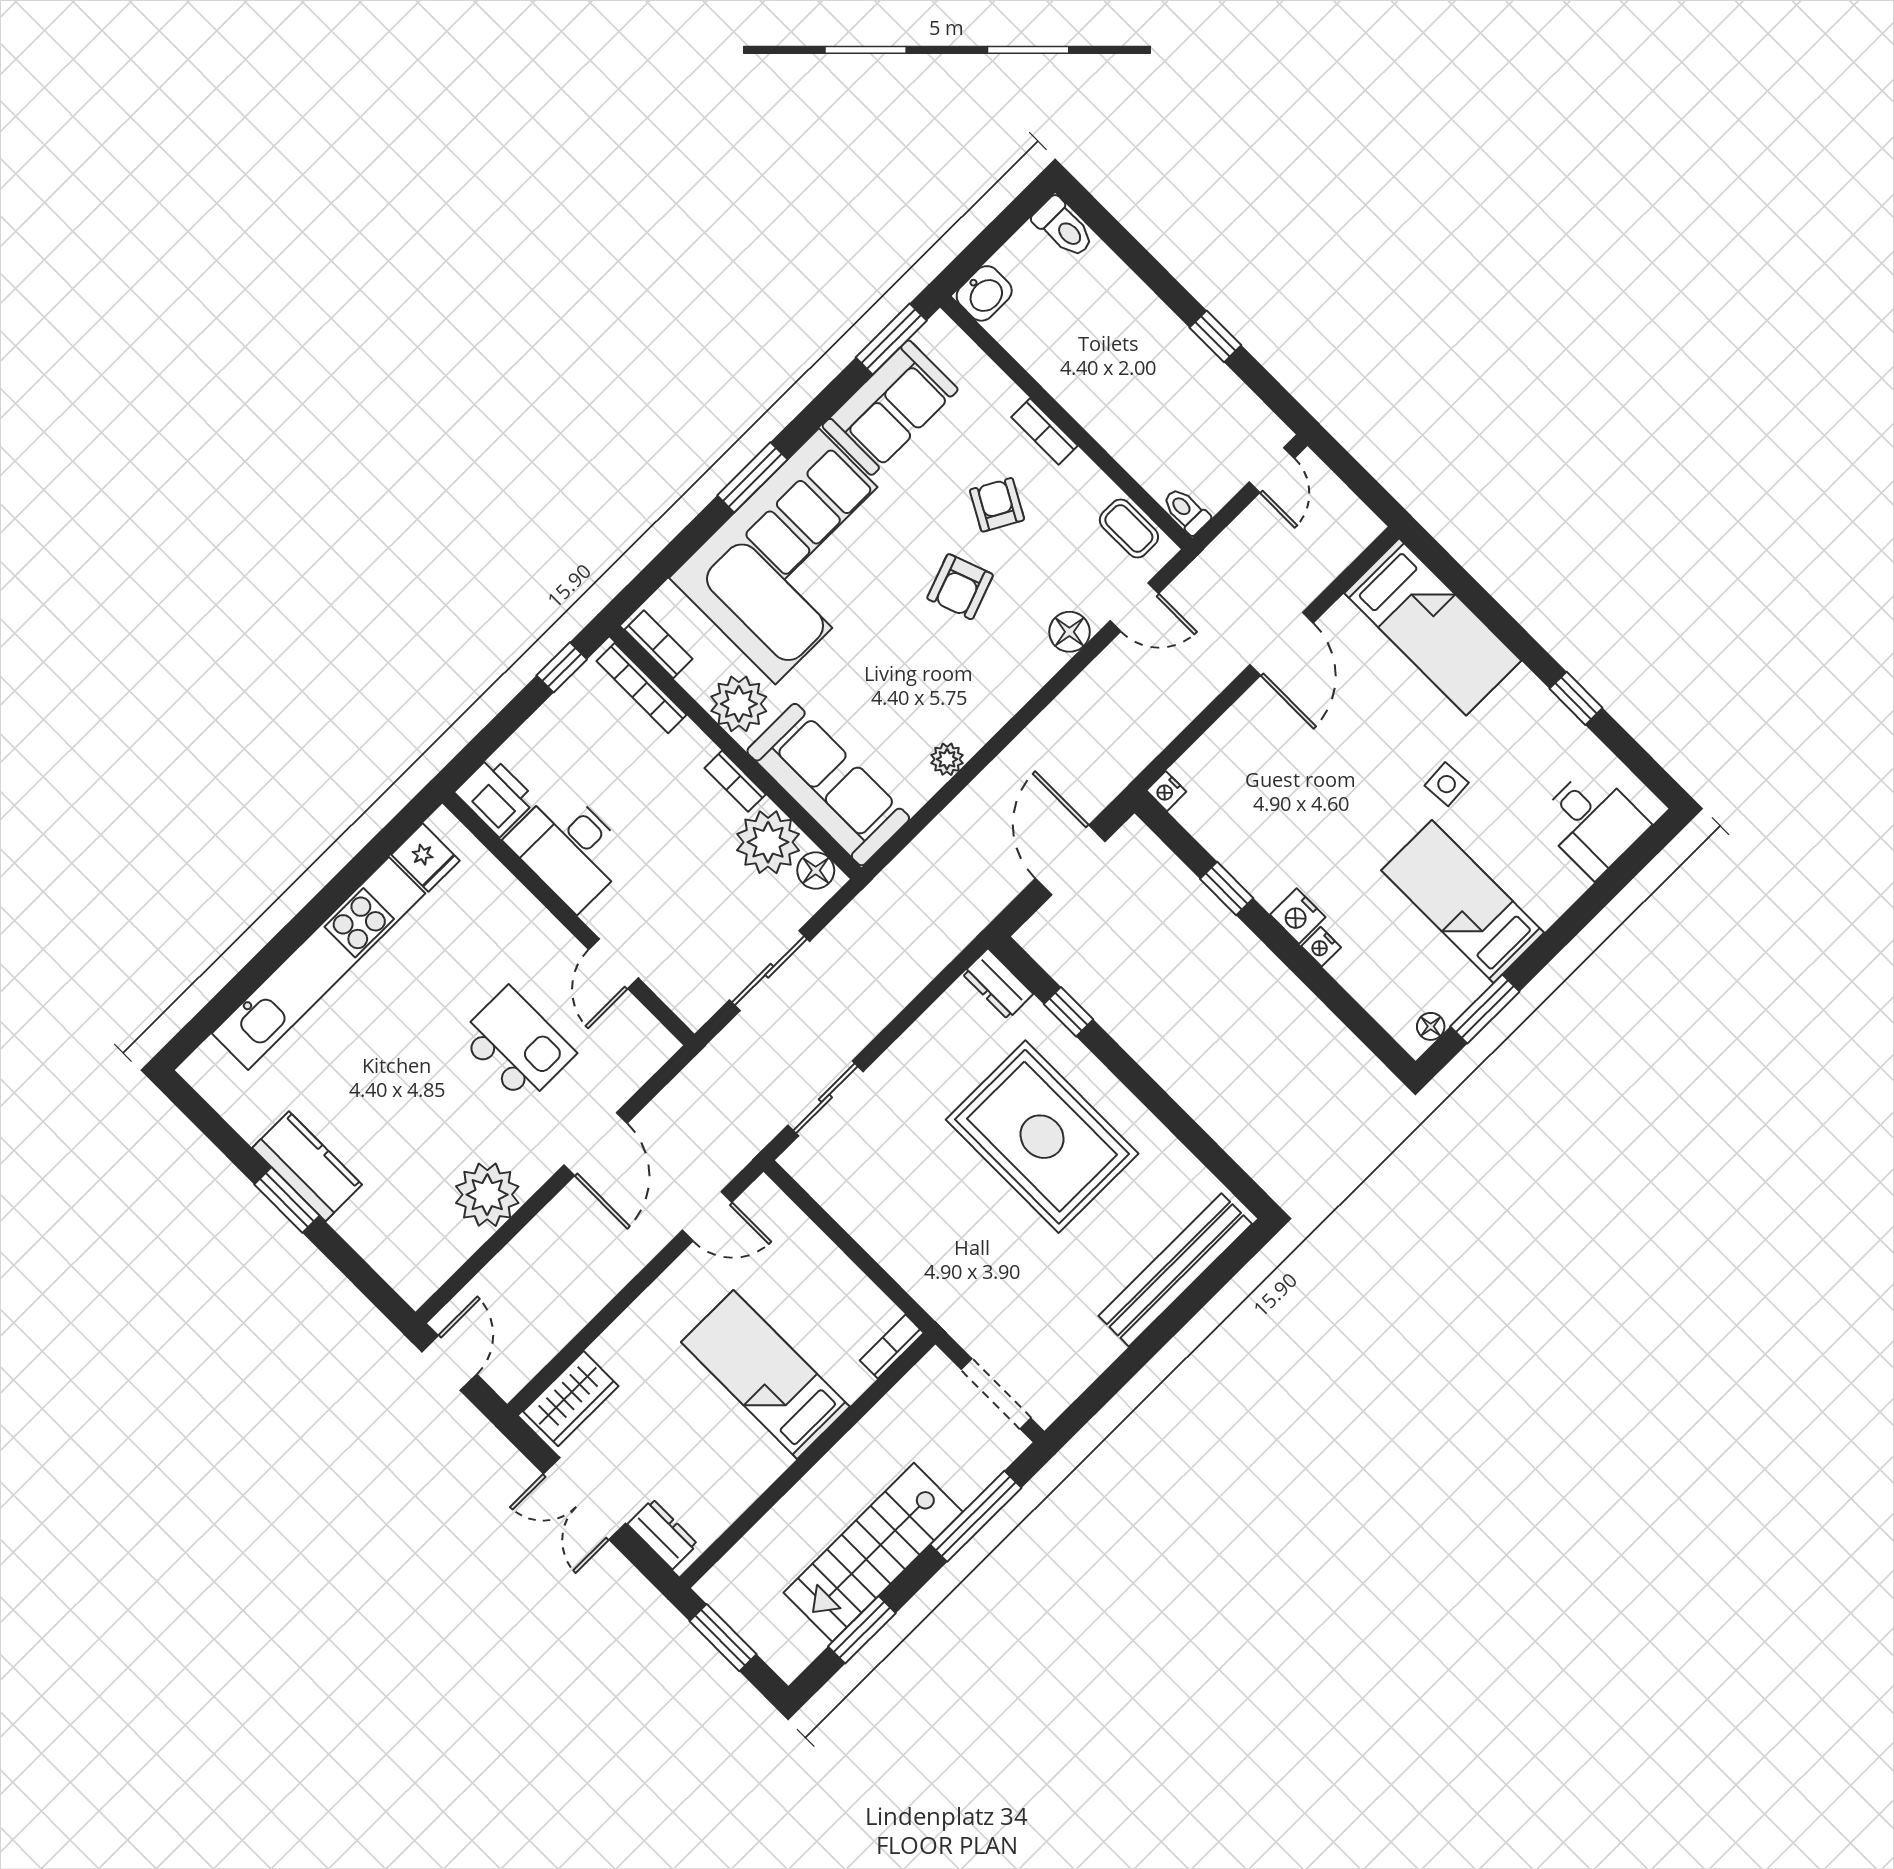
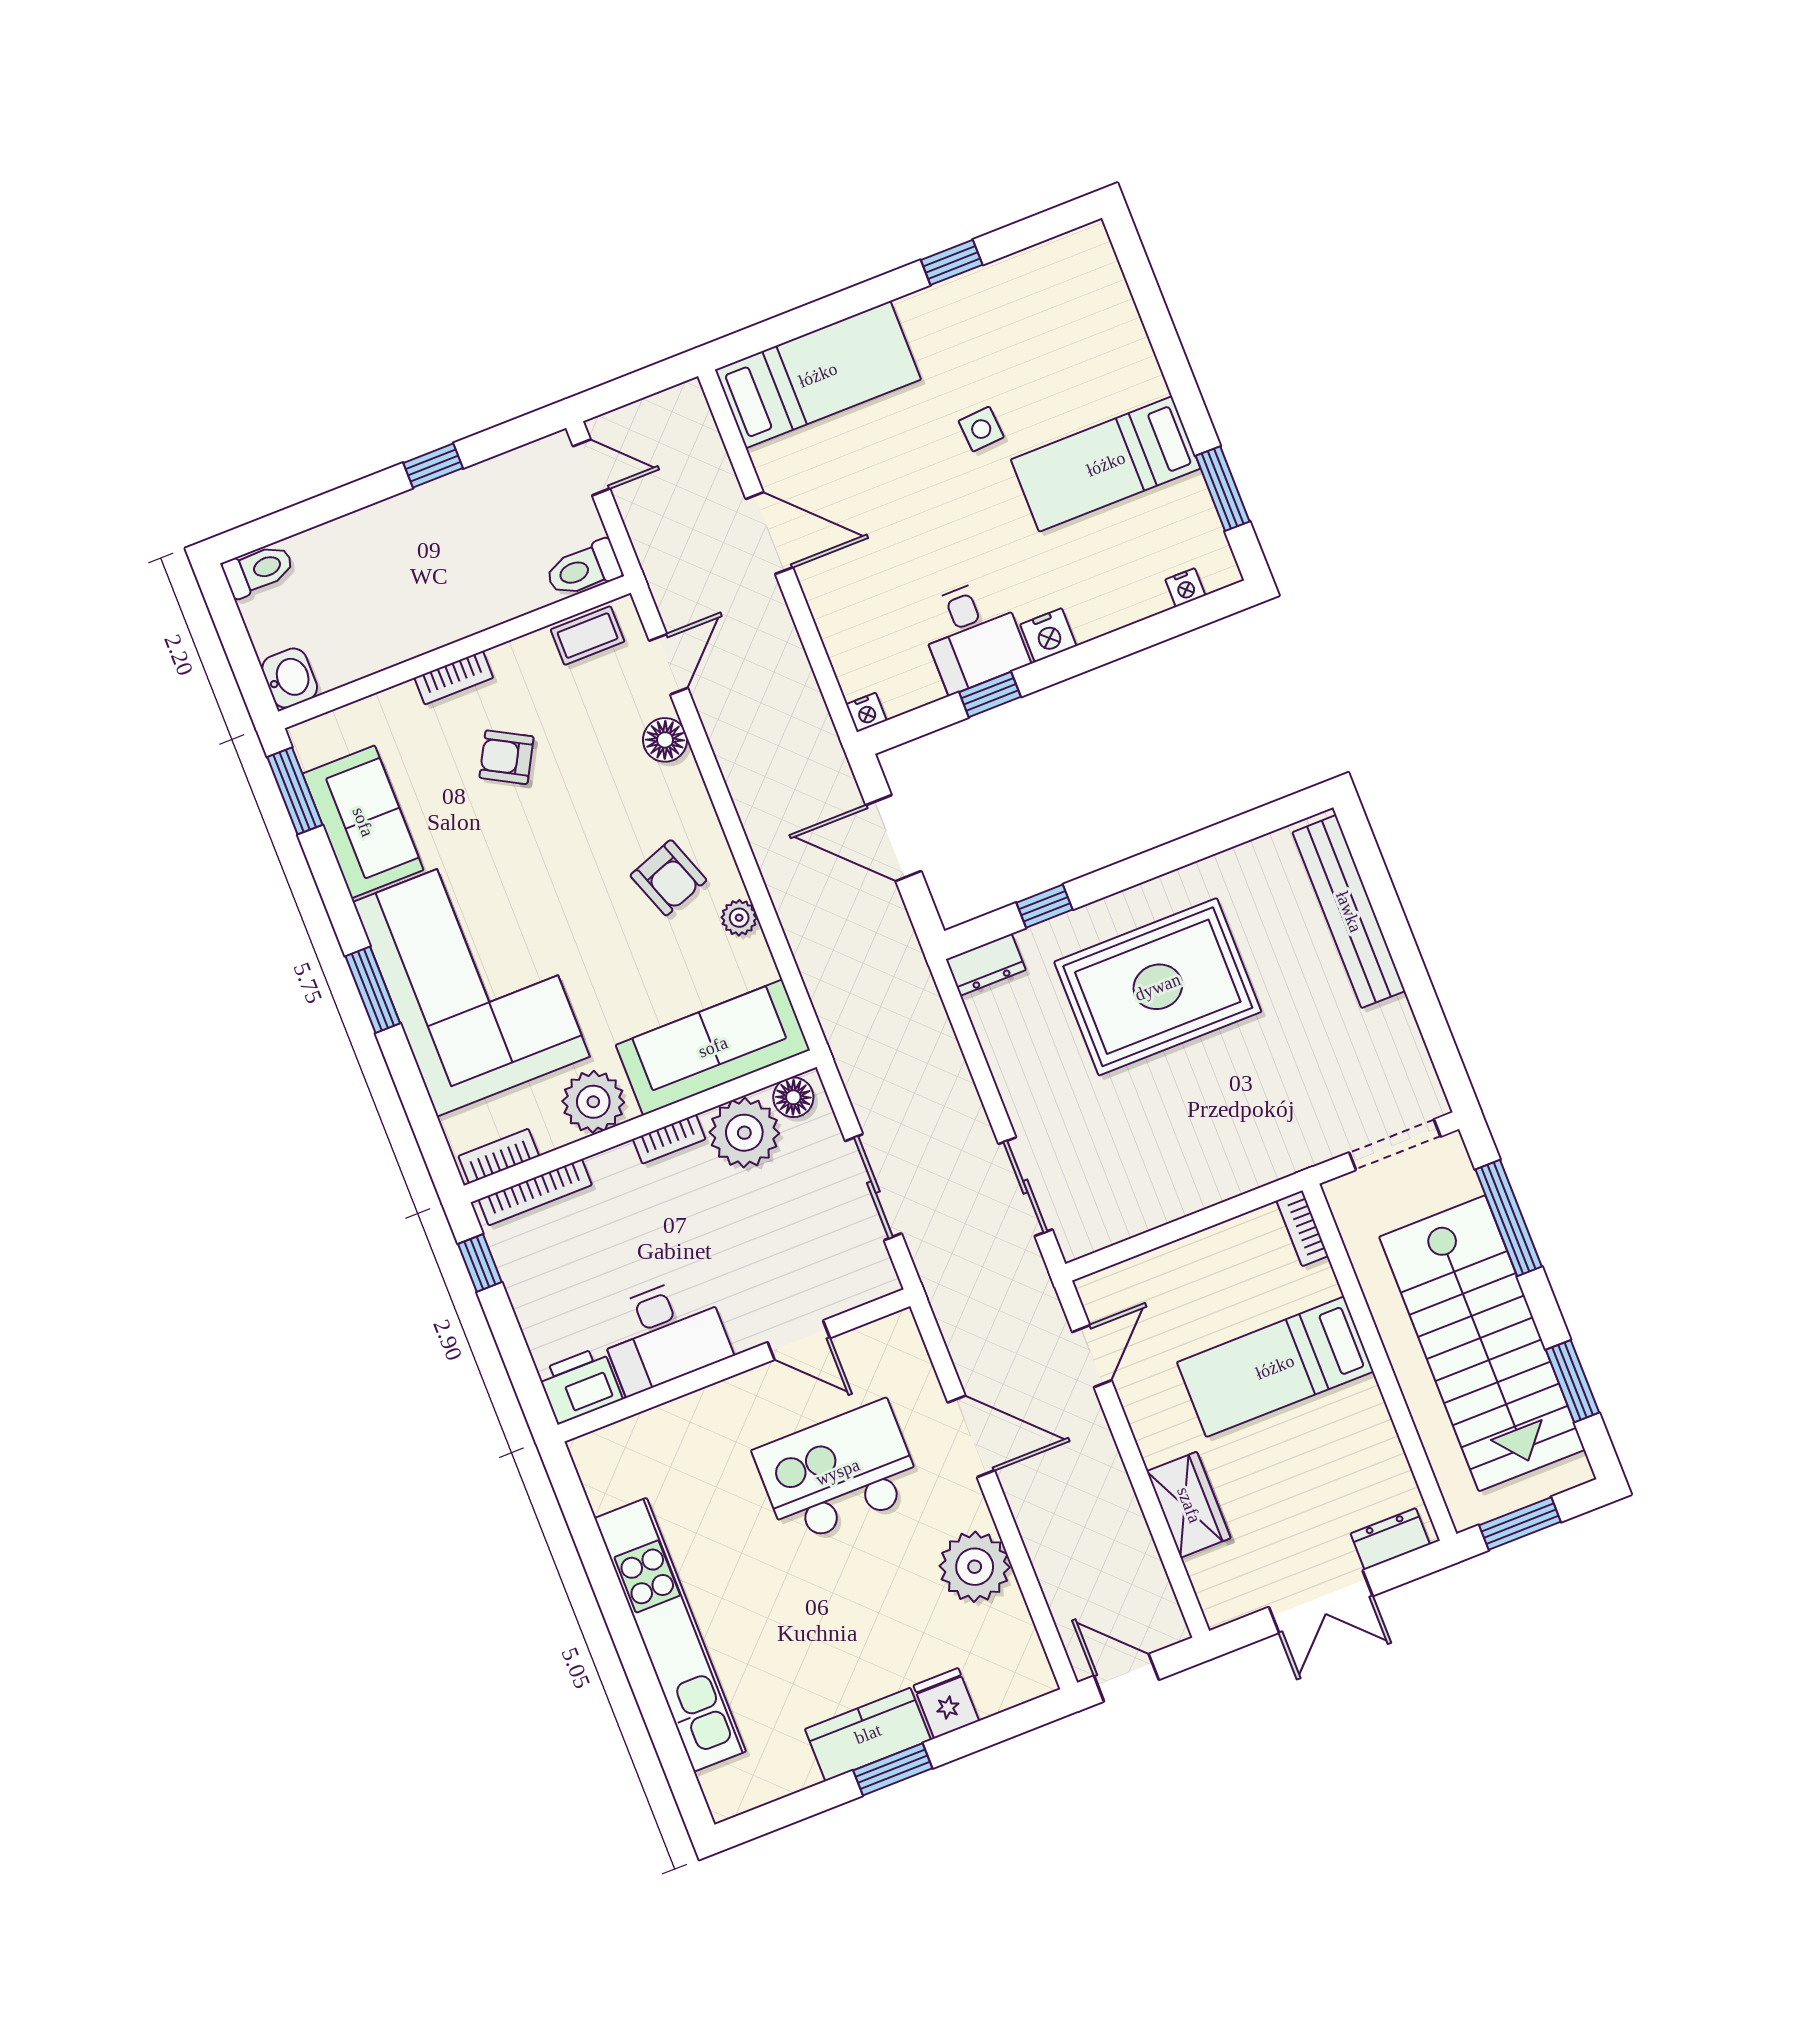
toilet: (1186, 511) -> (583, 569), width x1.37, depth x1.39
armchair: (960, 587) -> (668, 878), moved
desk: (1593, 822) -> (973, 635), moved, turned 90
fridge: (425, 858) -> (946, 1703), moved, turned -90
nightstand: (1321, 947) -> (1185, 588), moved
floor lamp: (1431, 1026) -> (1217, 550), removed
kitchen island: (517, 1045) -> (838, 1472), width x1.37, depth x1.28
wardrobe: (571, 1399) -> (1189, 1505), moved
stairs: (873, 1552) -> (1482, 1343), width x1.36, depth x1.51

